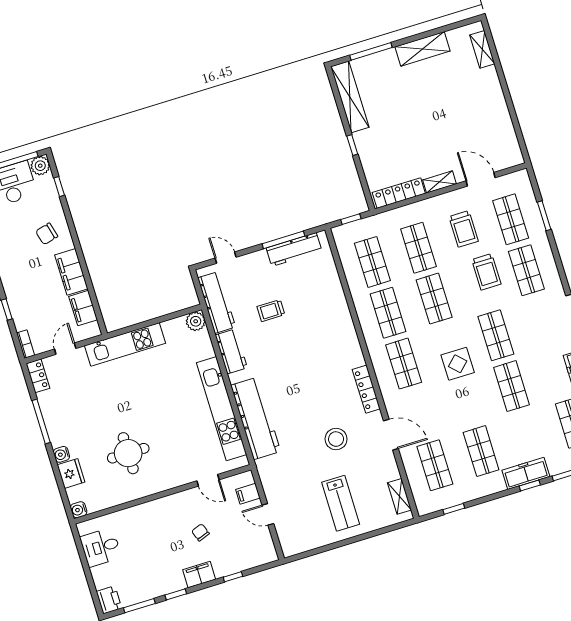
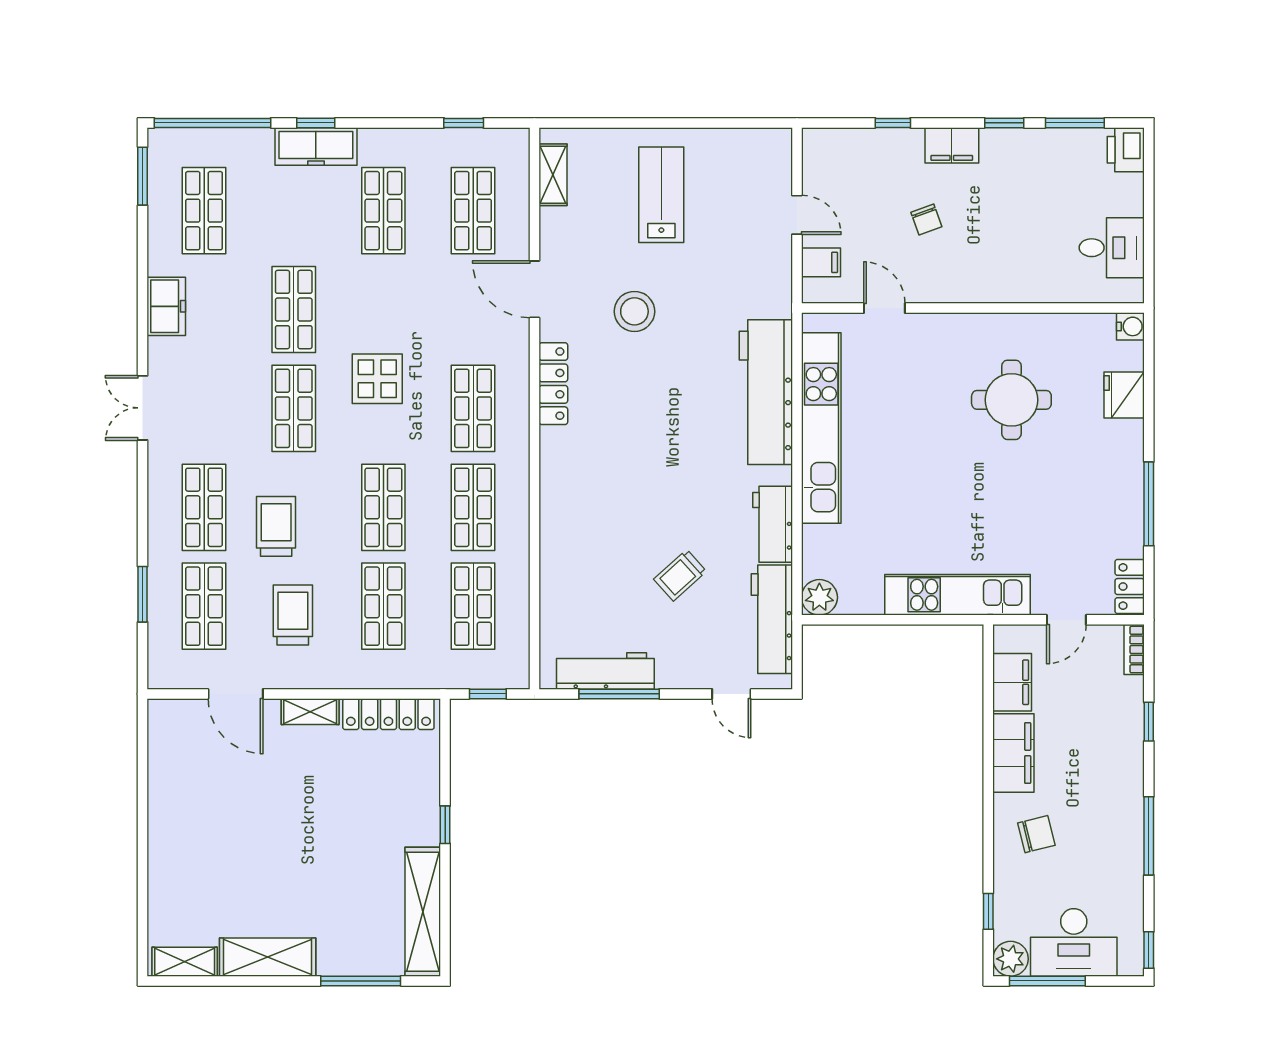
shelving: (482, 49) -> (185, 962), moved, turned 90
trolley: (271, 311) -> (680, 575), turned 138
water cooler: (61, 454) -> (1131, 434), removed

